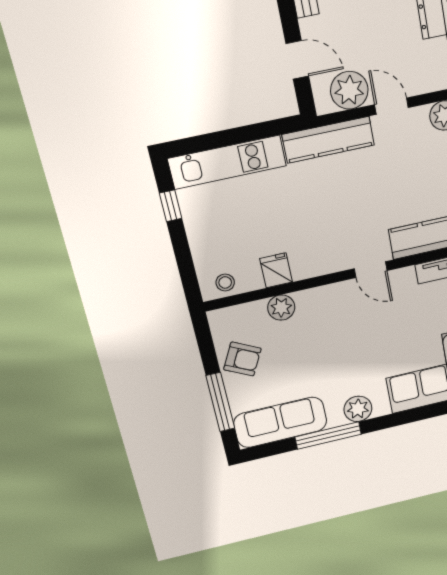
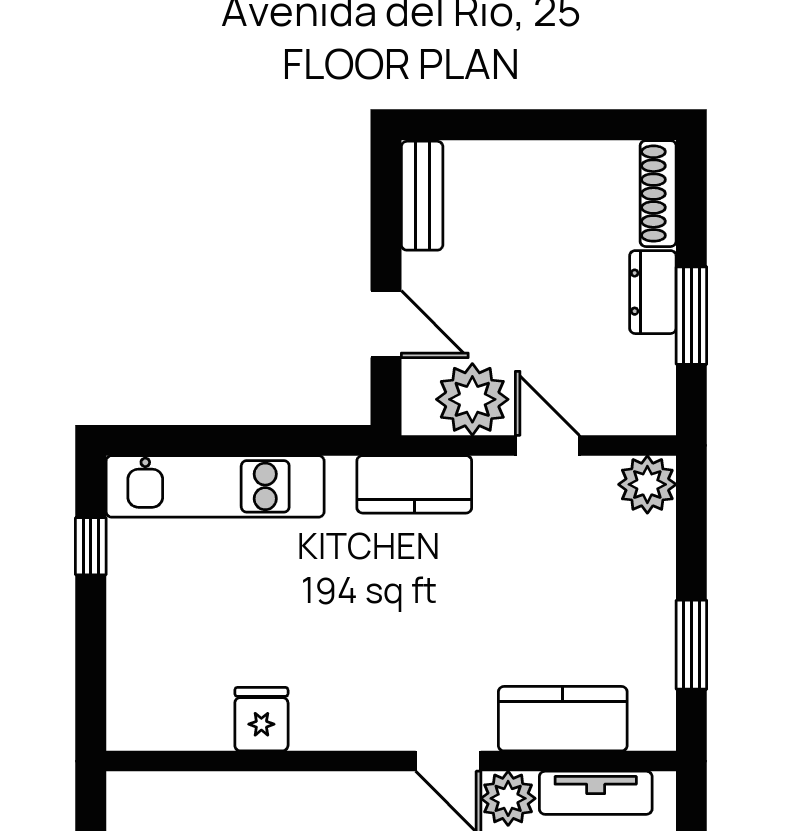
kitchen counter: (328, 140) -> (414, 484), width x0.67
stool: (225, 283) -> (158, 721), removed
plant: (281, 308) -> (508, 798), moved

